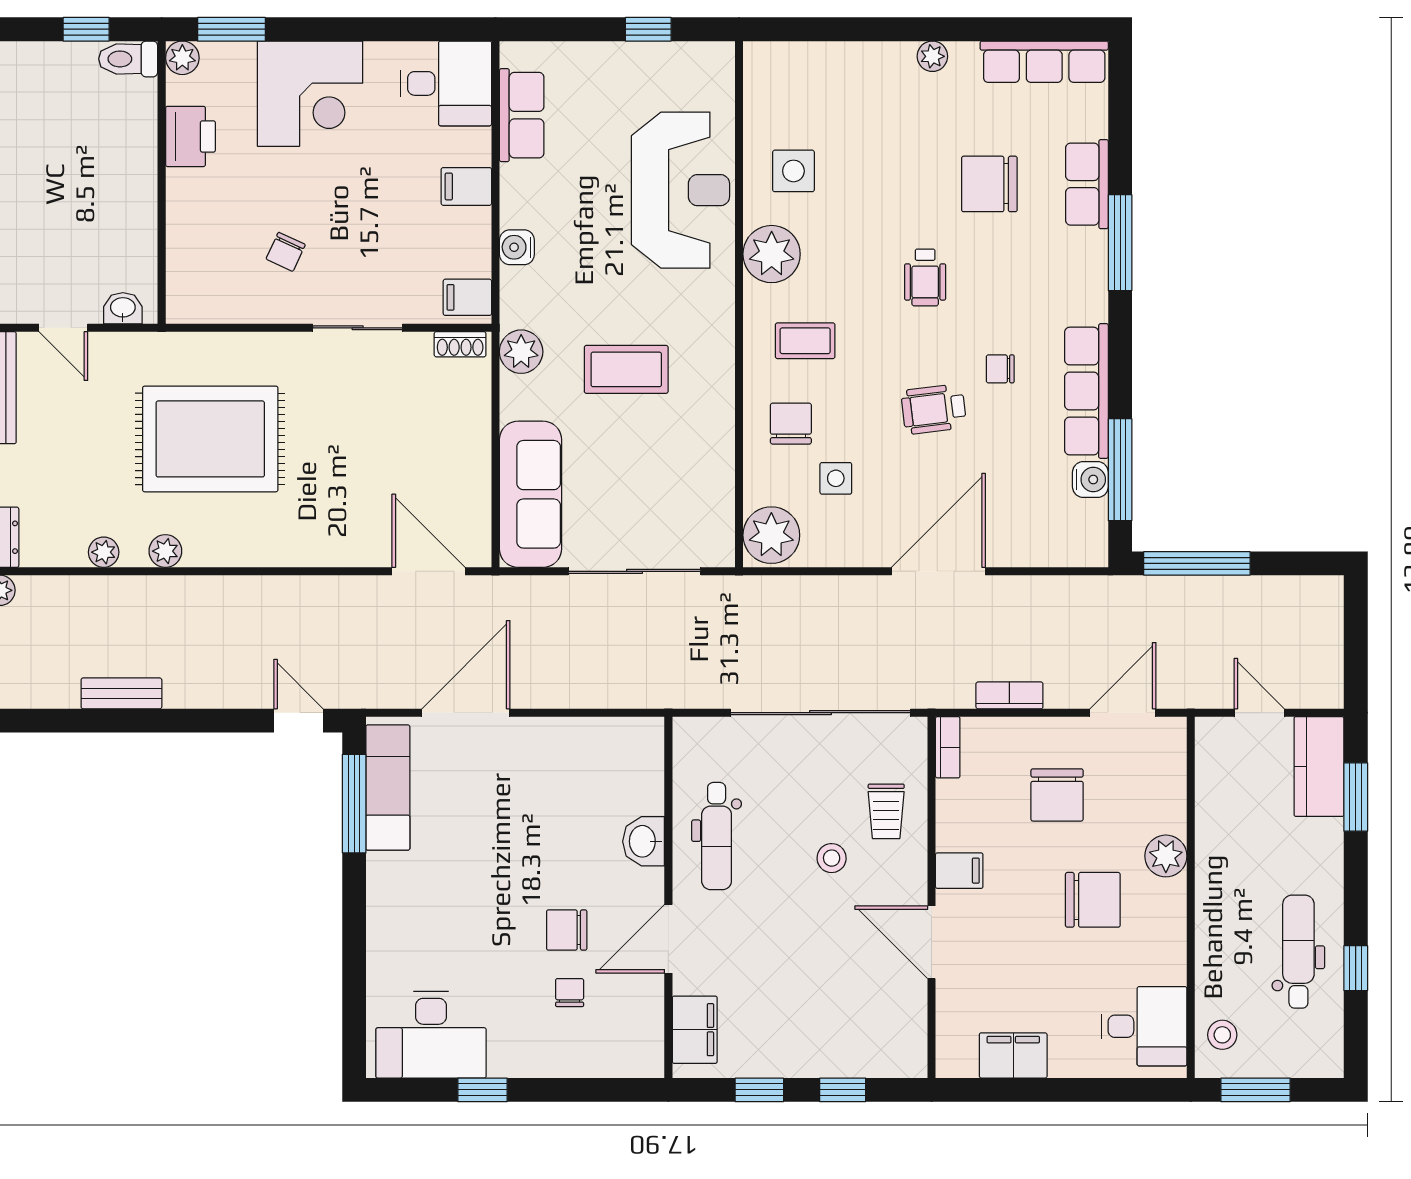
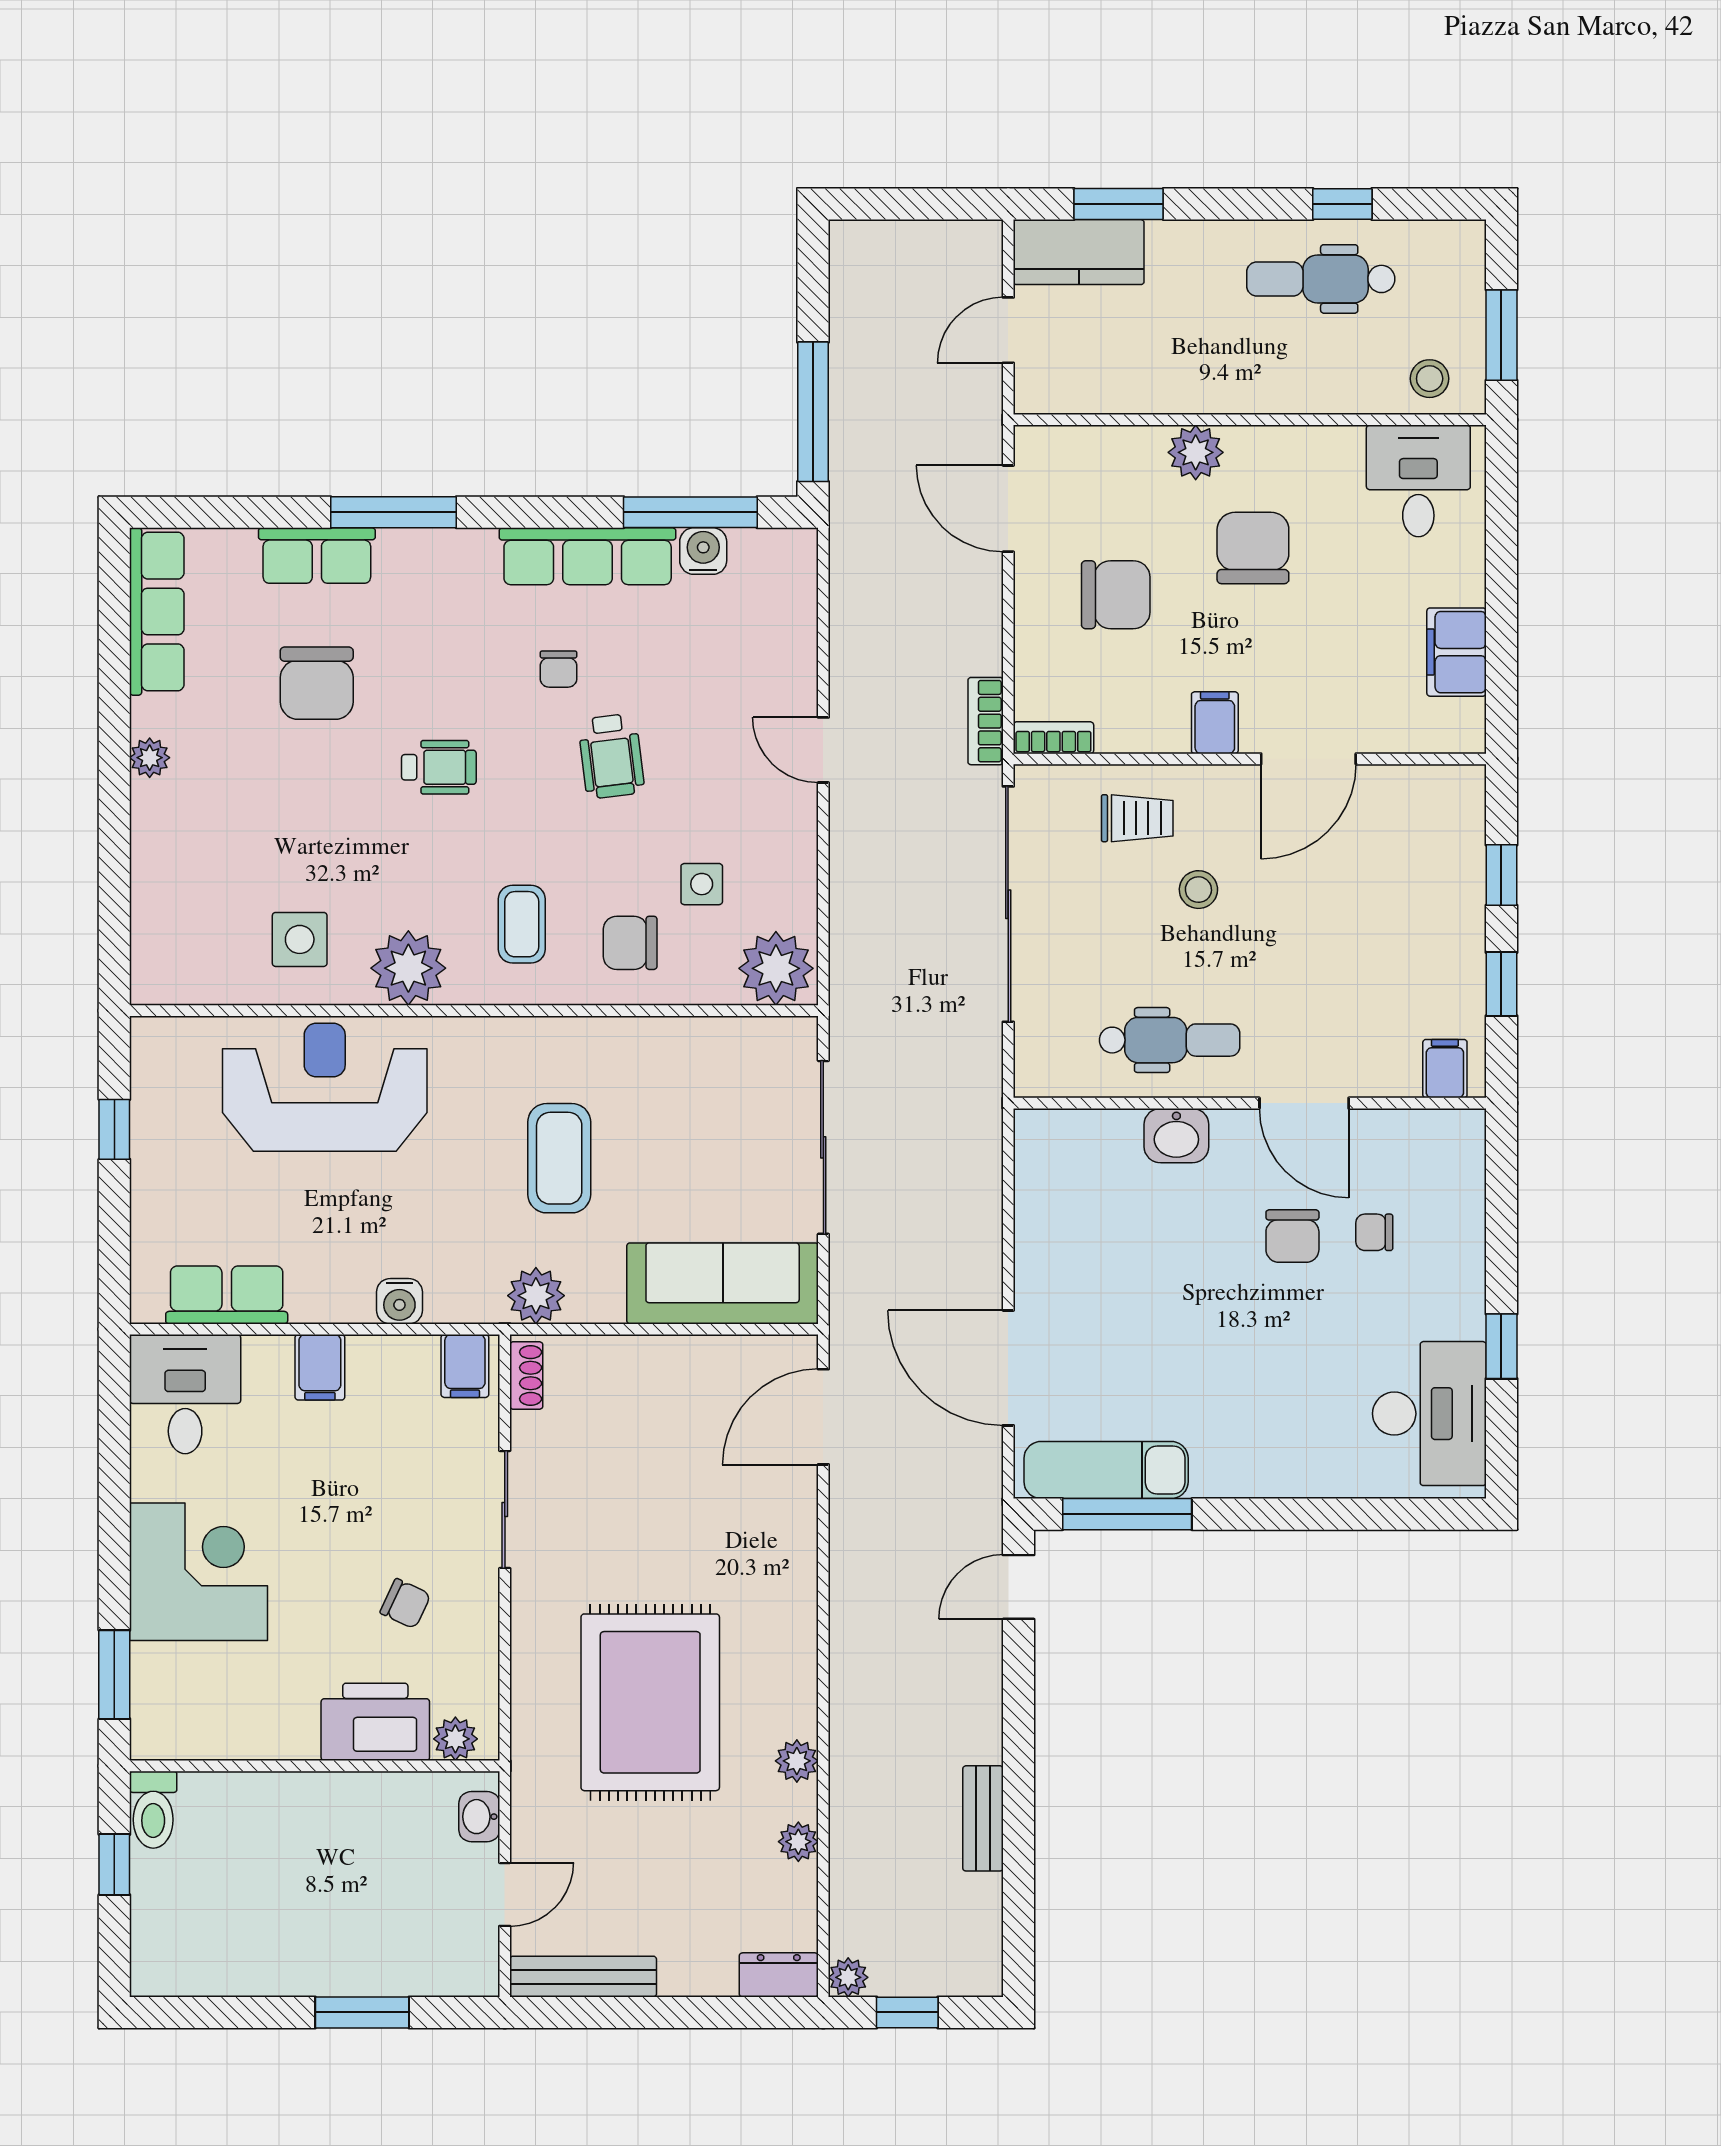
plant: (182, 58) -> (455, 1739), moved
printer: (190, 136) -> (375, 1722), moved, width x1.37, depth x1.19
door: (938, 571) -> (823, 750), width x0.53
bookcase: (1009, 695) -> (986, 721), moved
filing cabinet: (695, 1030) -> (1445, 1069), width x0.50

